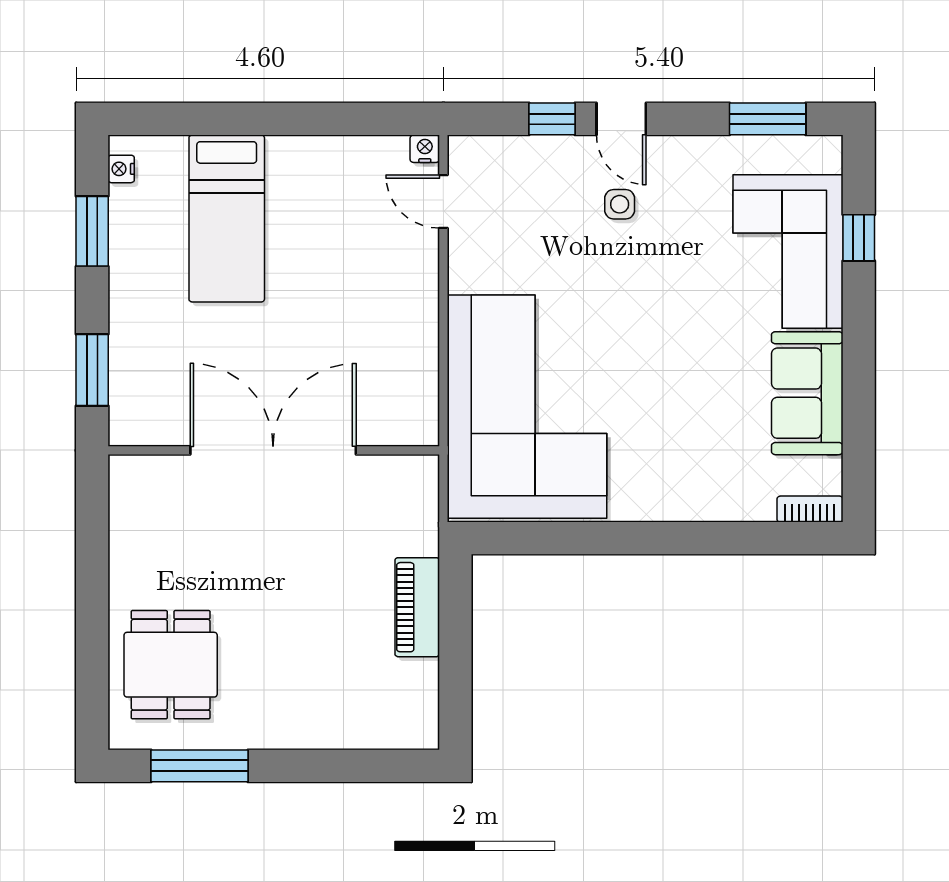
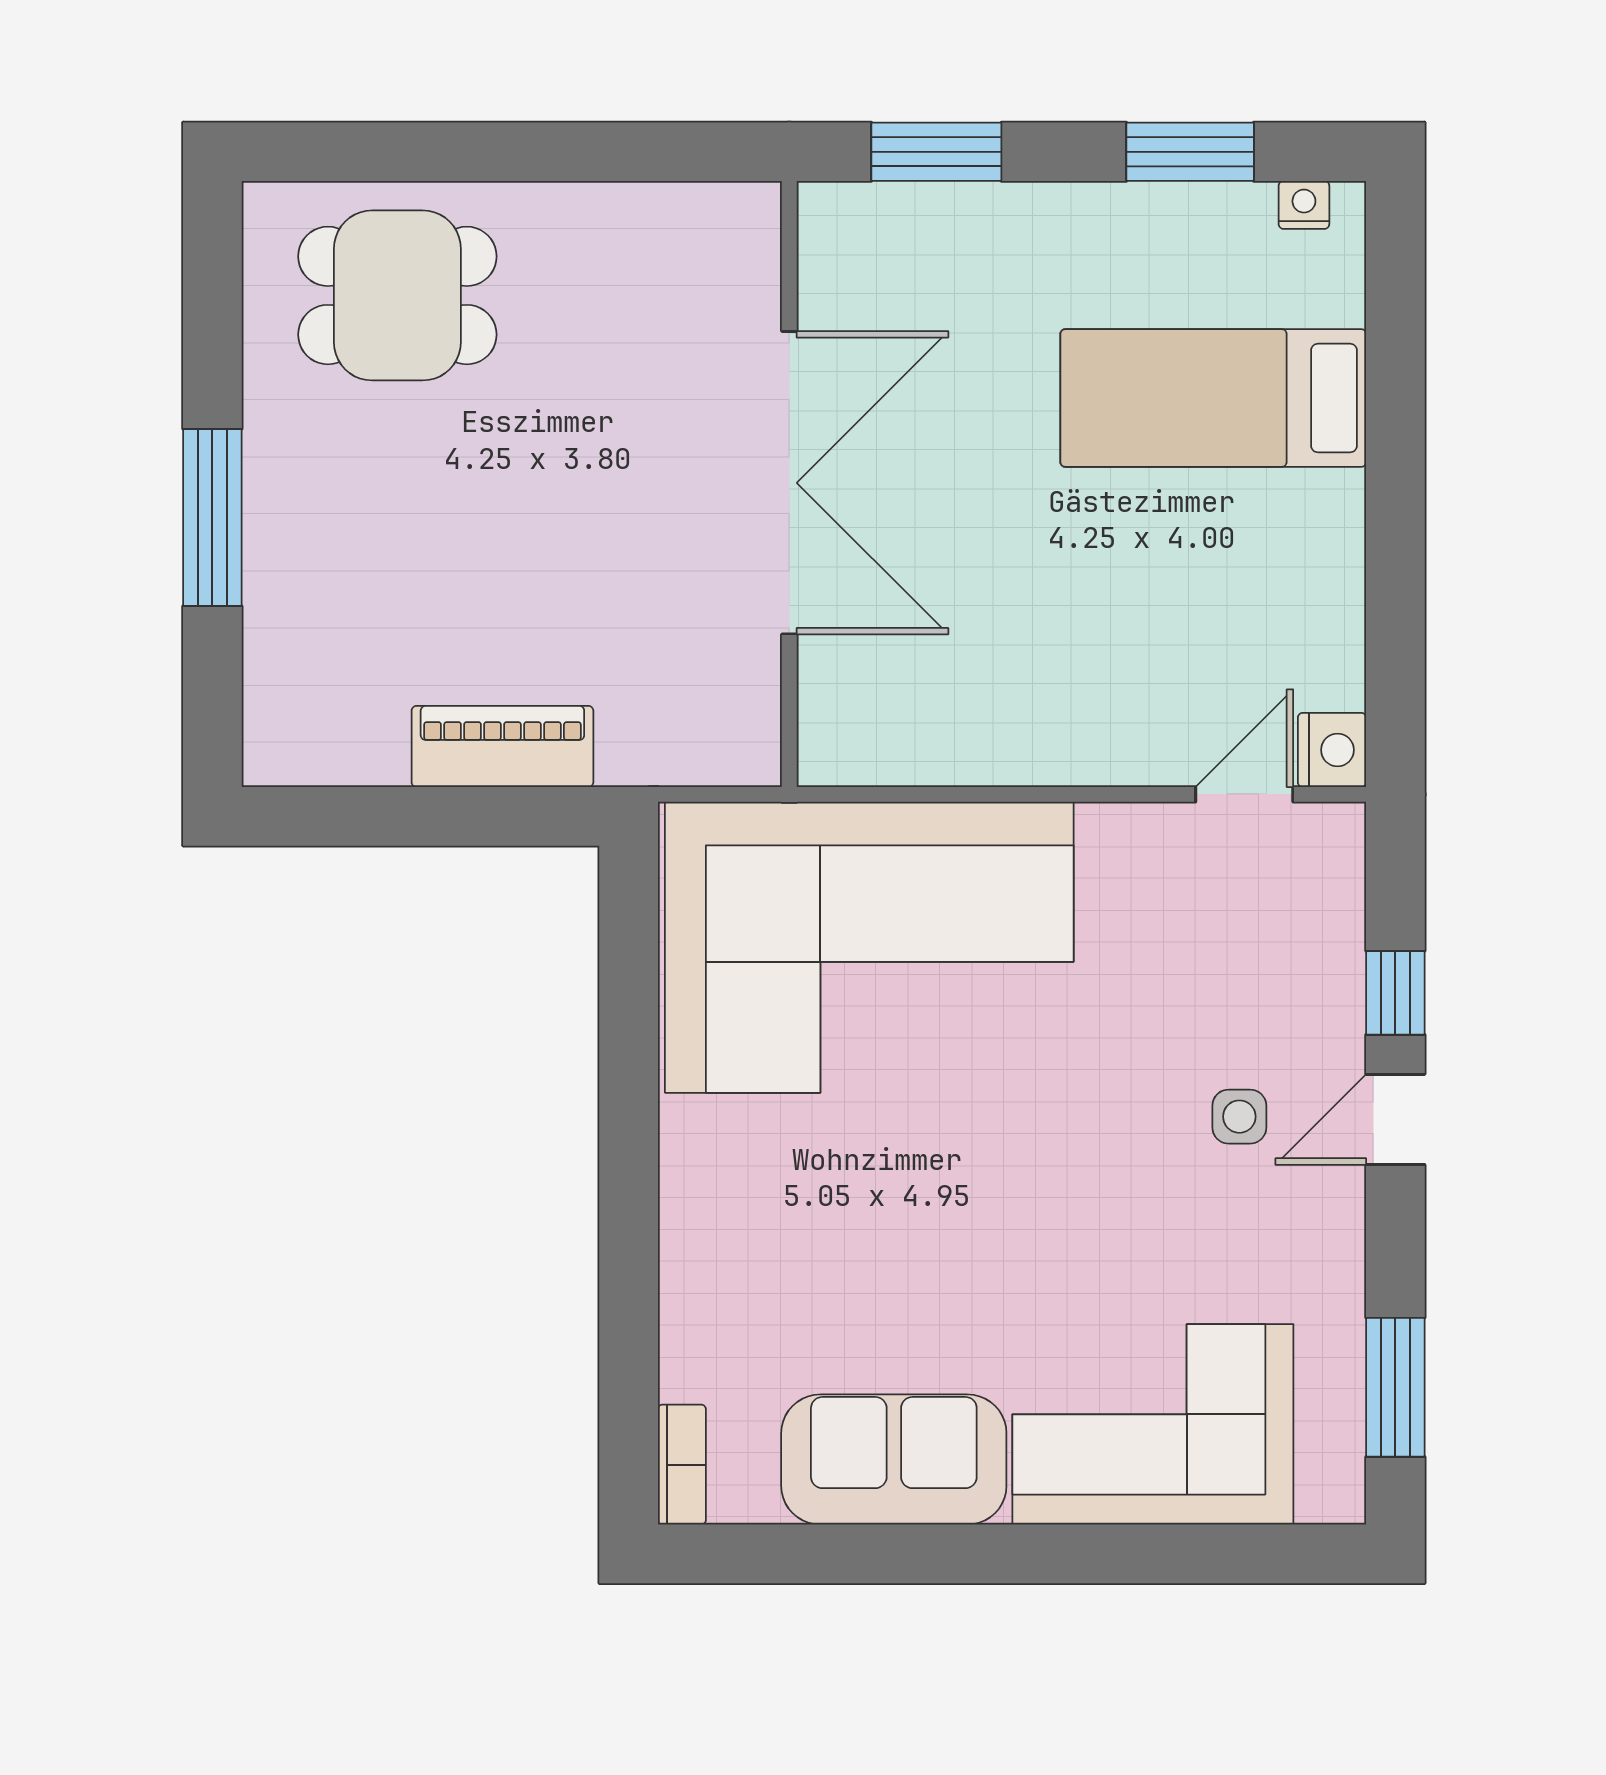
nightstand: (425, 149) -> (1332, 750), width x1.39, depth x1.35
window: (859, 238) -> (1178, 1554), removed
window: (199, 766) -> (212, 517), moved

